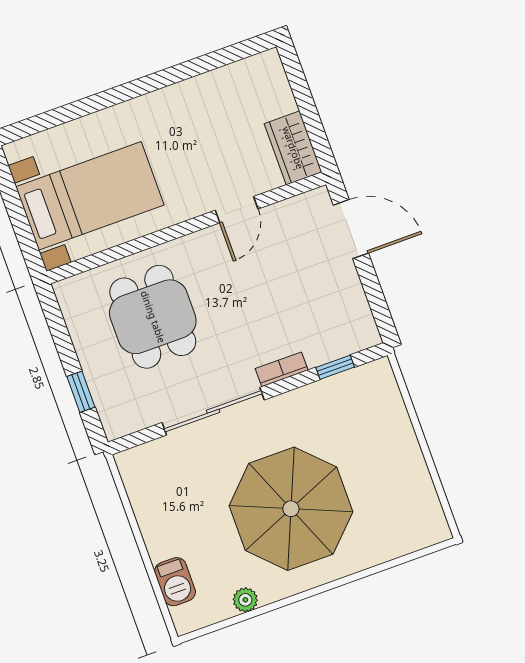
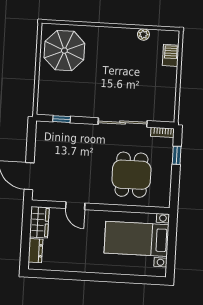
dresser: (277, 89) -> (35, 251), added
door: (237, 210) -> (75, 206), swing flipped
bookcase: (282, 369) -> (162, 132), moved
parasol: (291, 509) -> (64, 51), moved, width x0.73, depth x0.73

